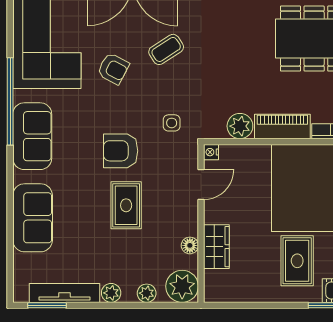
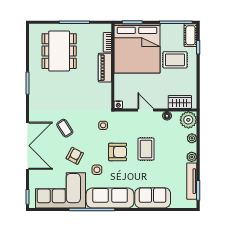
side table: (86, 111) -> (97, 170), added
plant: (240, 126) -> (105, 90), removed
sofa: (32, 136) -> (110, 198), width x1.36
armchair: (121, 151) -> (118, 152), turned -90
door: (201, 184) -> (146, 110), moved
rug: (126, 205) -> (146, 149), turned 90
wardrobe: (216, 247) -> (180, 102), moved

